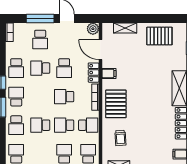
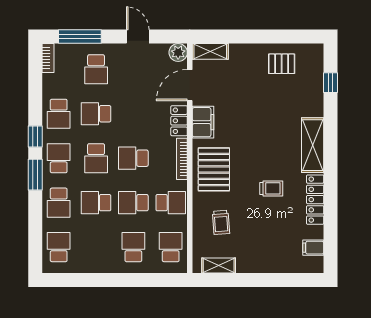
window: (40, 18) -> (80, 36), moved
shelving: (125, 28) -> (210, 51), moved
pallet: (159, 36) -> (282, 64), width x0.67, depth x0.71
door: (100, 50) -> (190, 85), hinge flipped
school desk: (64, 68) -> (96, 158), moved
filing cabinet: (109, 73) -> (203, 122), width x2.00
trolley: (153, 116) -> (271, 188), added

